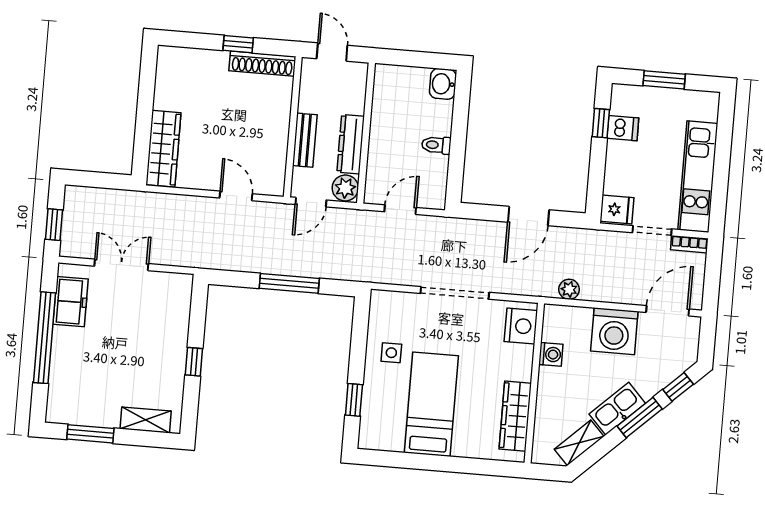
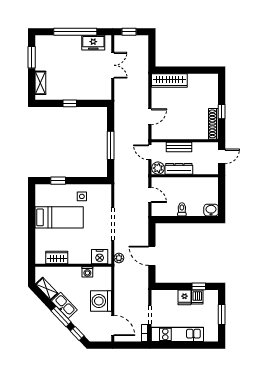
fridge: (617, 209) -> (184, 297), moved
plant: (569, 289) -> (119, 258), moved
wardrobe: (515, 416) -> (57, 258), width x0.67

